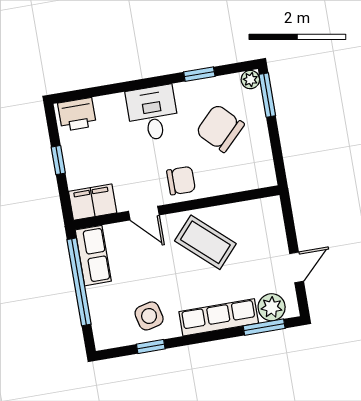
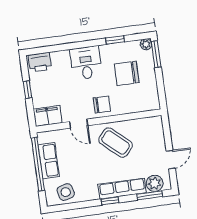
chair: (220, 128) -> (127, 73), turned -45
row of seats: (93, 256) -> (49, 161), moved
side table: (149, 316) -> (66, 192), moved
window: (151, 347) -> (110, 201), moved

